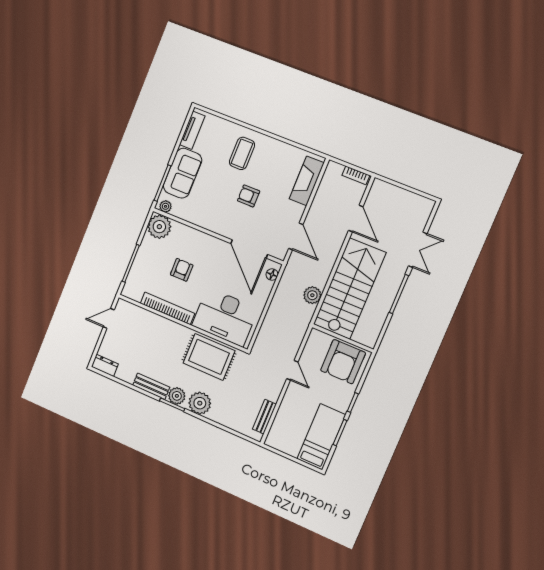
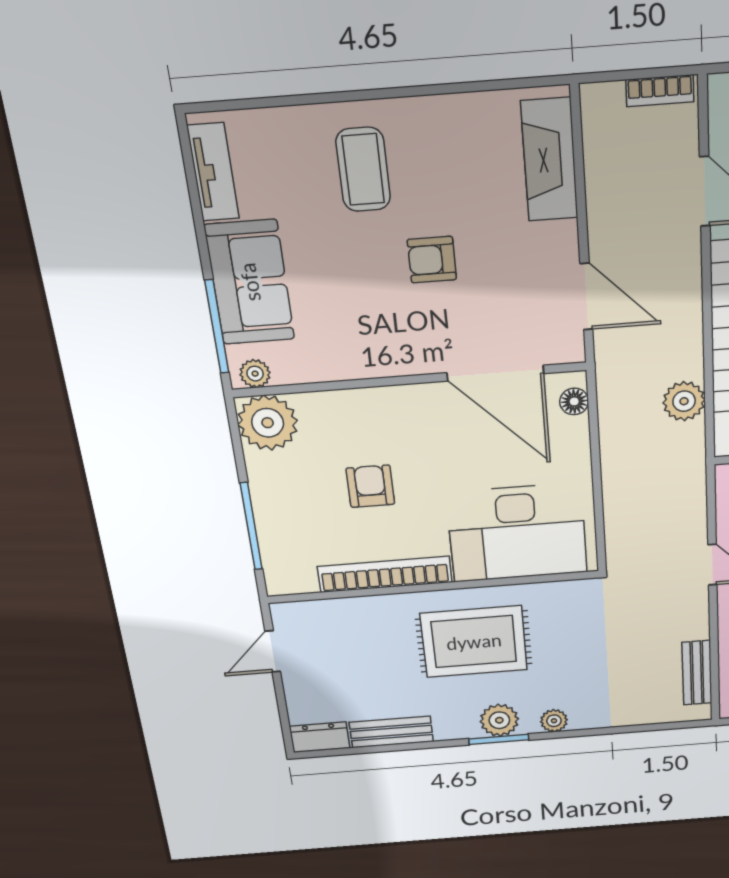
rug: (209, 357) -> (474, 642), moved
bench: (151, 386) -> (391, 732), moved
plant: (200, 403) -> (554, 721), width x0.53, depth x0.53

